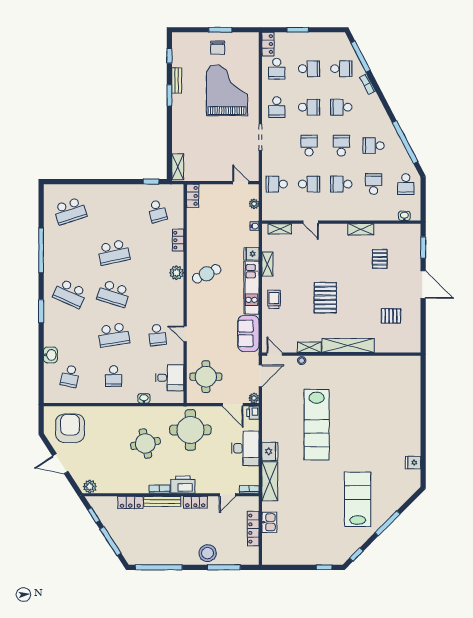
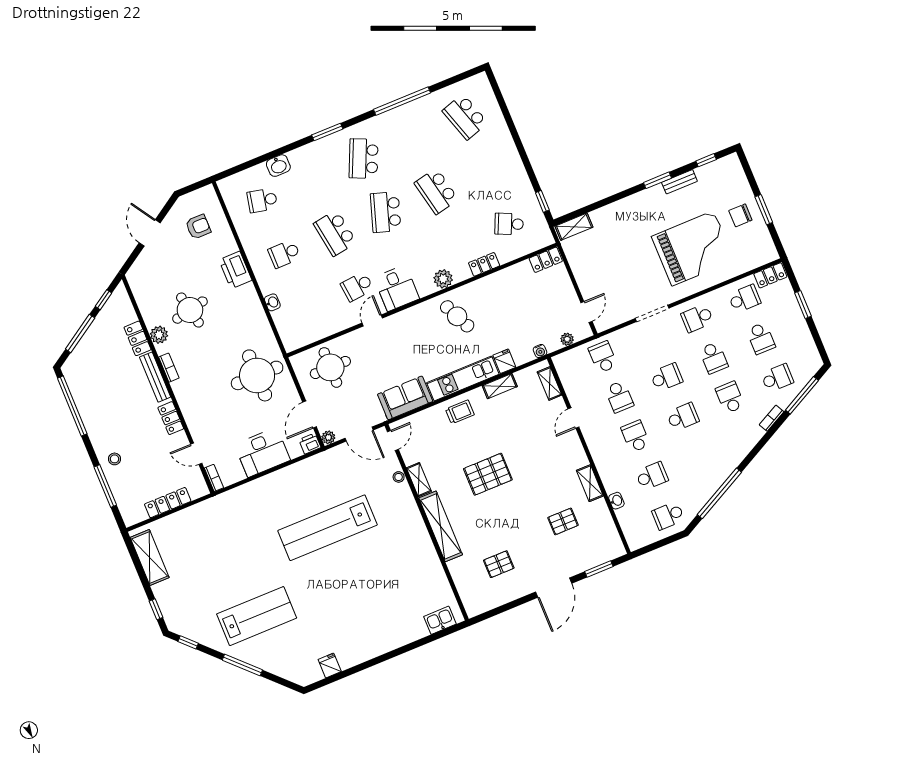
school desk: (277, 69) -> (744, 299), turned 180
school desk: (341, 69) -> (777, 378), turned -90
school desk: (374, 146) -> (699, 457), removed
school desk: (157, 211) -> (509, 224), turned 39
washbasin: (404, 216) -> (616, 501), moved
pallet: (391, 316) -> (499, 564), turned 90
desk: (170, 378) -> (397, 288), moved
armchair: (70, 428) -> (198, 227), width x0.53, depth x0.53
round table: (145, 444) -> (190, 310), moved
fridge: (270, 451) -> (271, 484), removed
shelving: (270, 481) -> (150, 558), moved, turned 90
printer: (183, 485) -> (235, 270), moved, turned 180
plant: (90, 487) -> (159, 335), moved
kitchen sink: (269, 522) -> (440, 620), moved, turned 180
stool: (208, 553) -> (114, 459), width x0.53, depth x0.53

